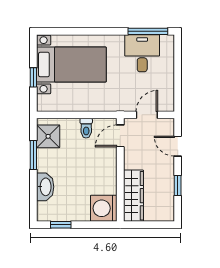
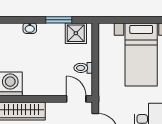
window: (33, 77) -> (129, 20), removed
washbasin: (45, 187) -> (30, 28), width x0.52, depth x0.69

